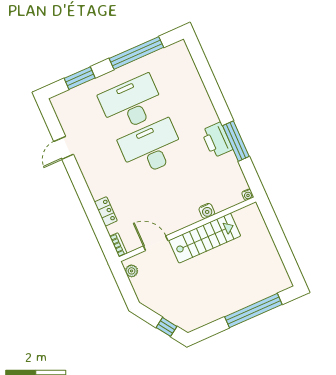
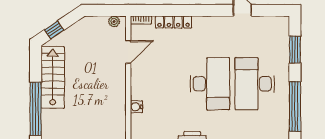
desk: (131, 103) -> (255, 84), turned 180
locker: (106, 211) -> (174, 22), width x1.53
stairs: (205, 238) -> (53, 77), moved, turned 180

